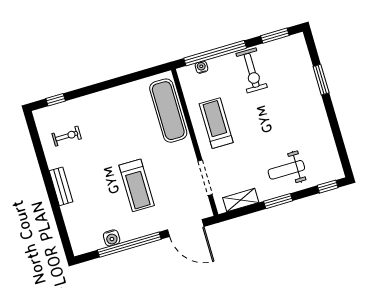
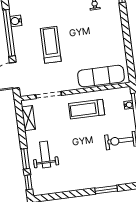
treadmill: (216, 123) -> (87, 109), turned 180
treadmill: (137, 185) -> (51, 45), turned 90
window: (278, 201) -> (25, 159), moved

